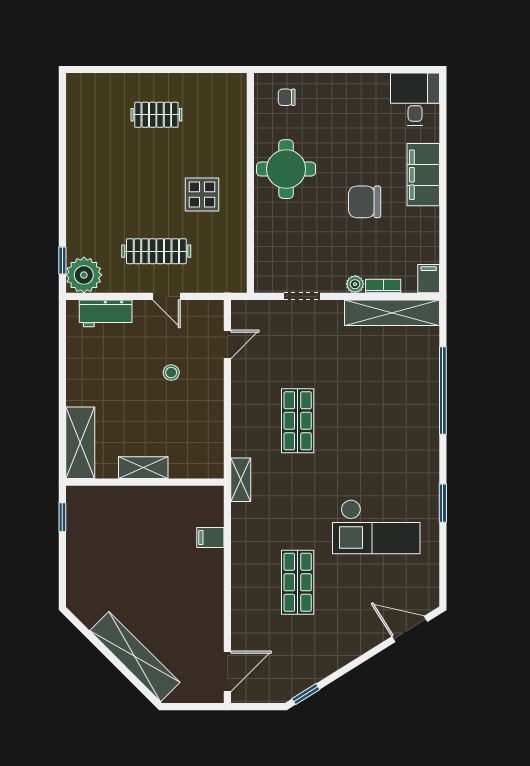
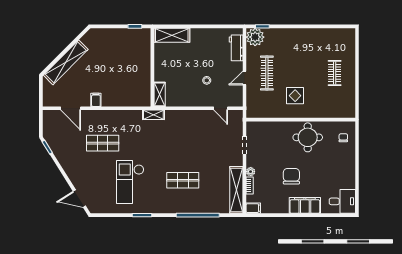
shop shelf: (298, 421) -> (183, 180), moved
shelving: (143, 468) -> (160, 94), moved
filing cabinet: (210, 537) -> (96, 100), moved
door: (410, 629) -> (79, 199), swing flipped
door: (227, 671) -> (71, 108), moved

